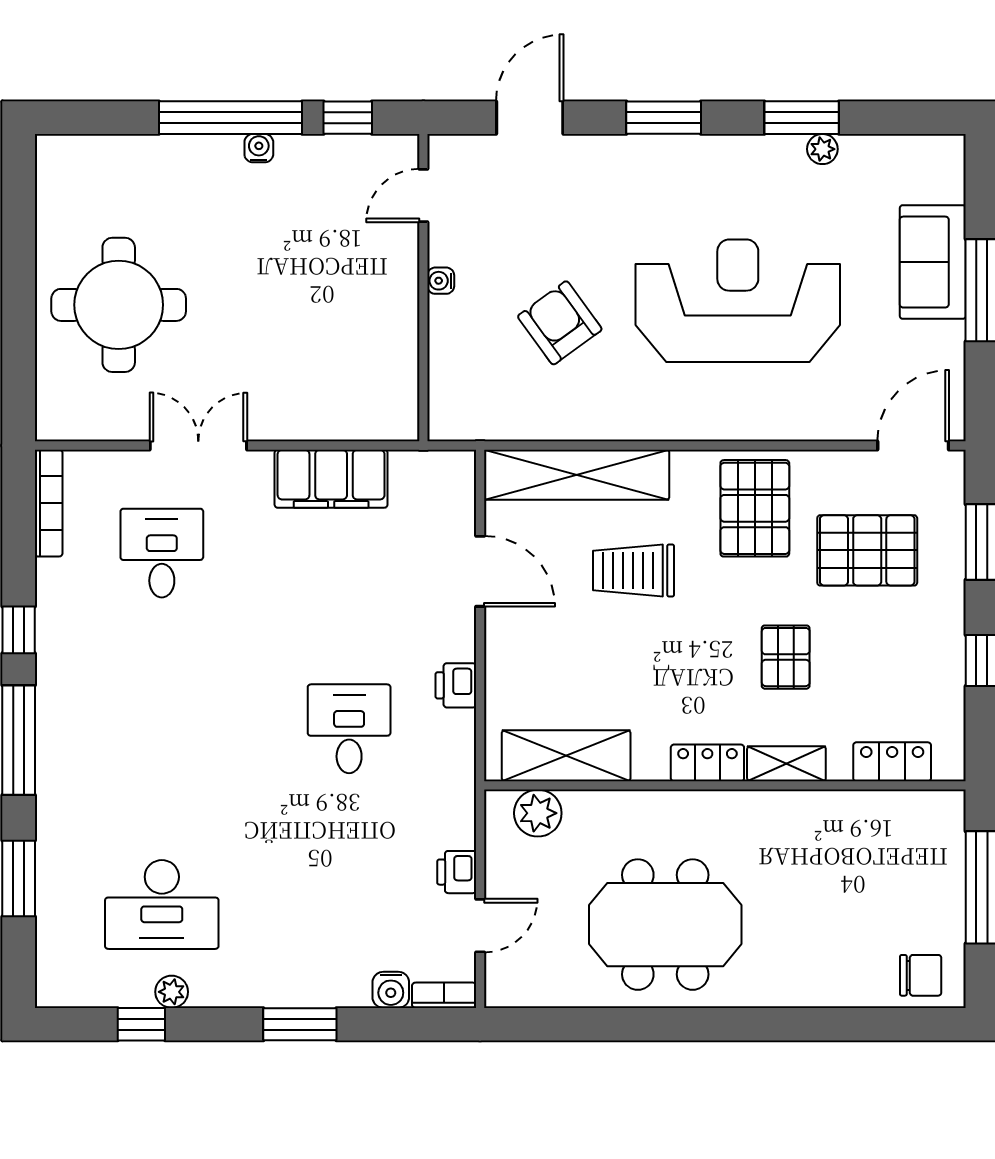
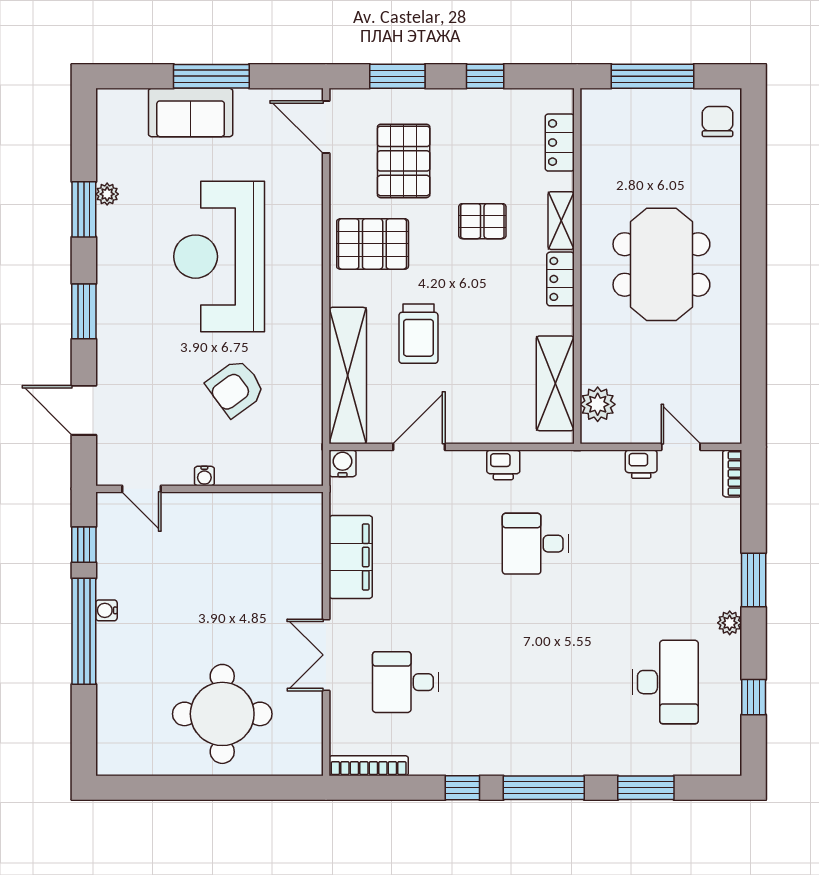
meeting table: (665, 925) -> (661, 264), moved
water cooler: (391, 990) -> (343, 463), moved, turned -90
plant: (172, 992) -> (730, 623), moved

